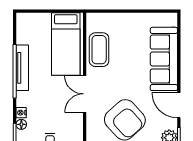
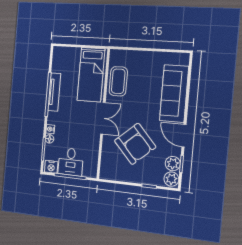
double door: (85, 94) -> (103, 118), swing flipped

